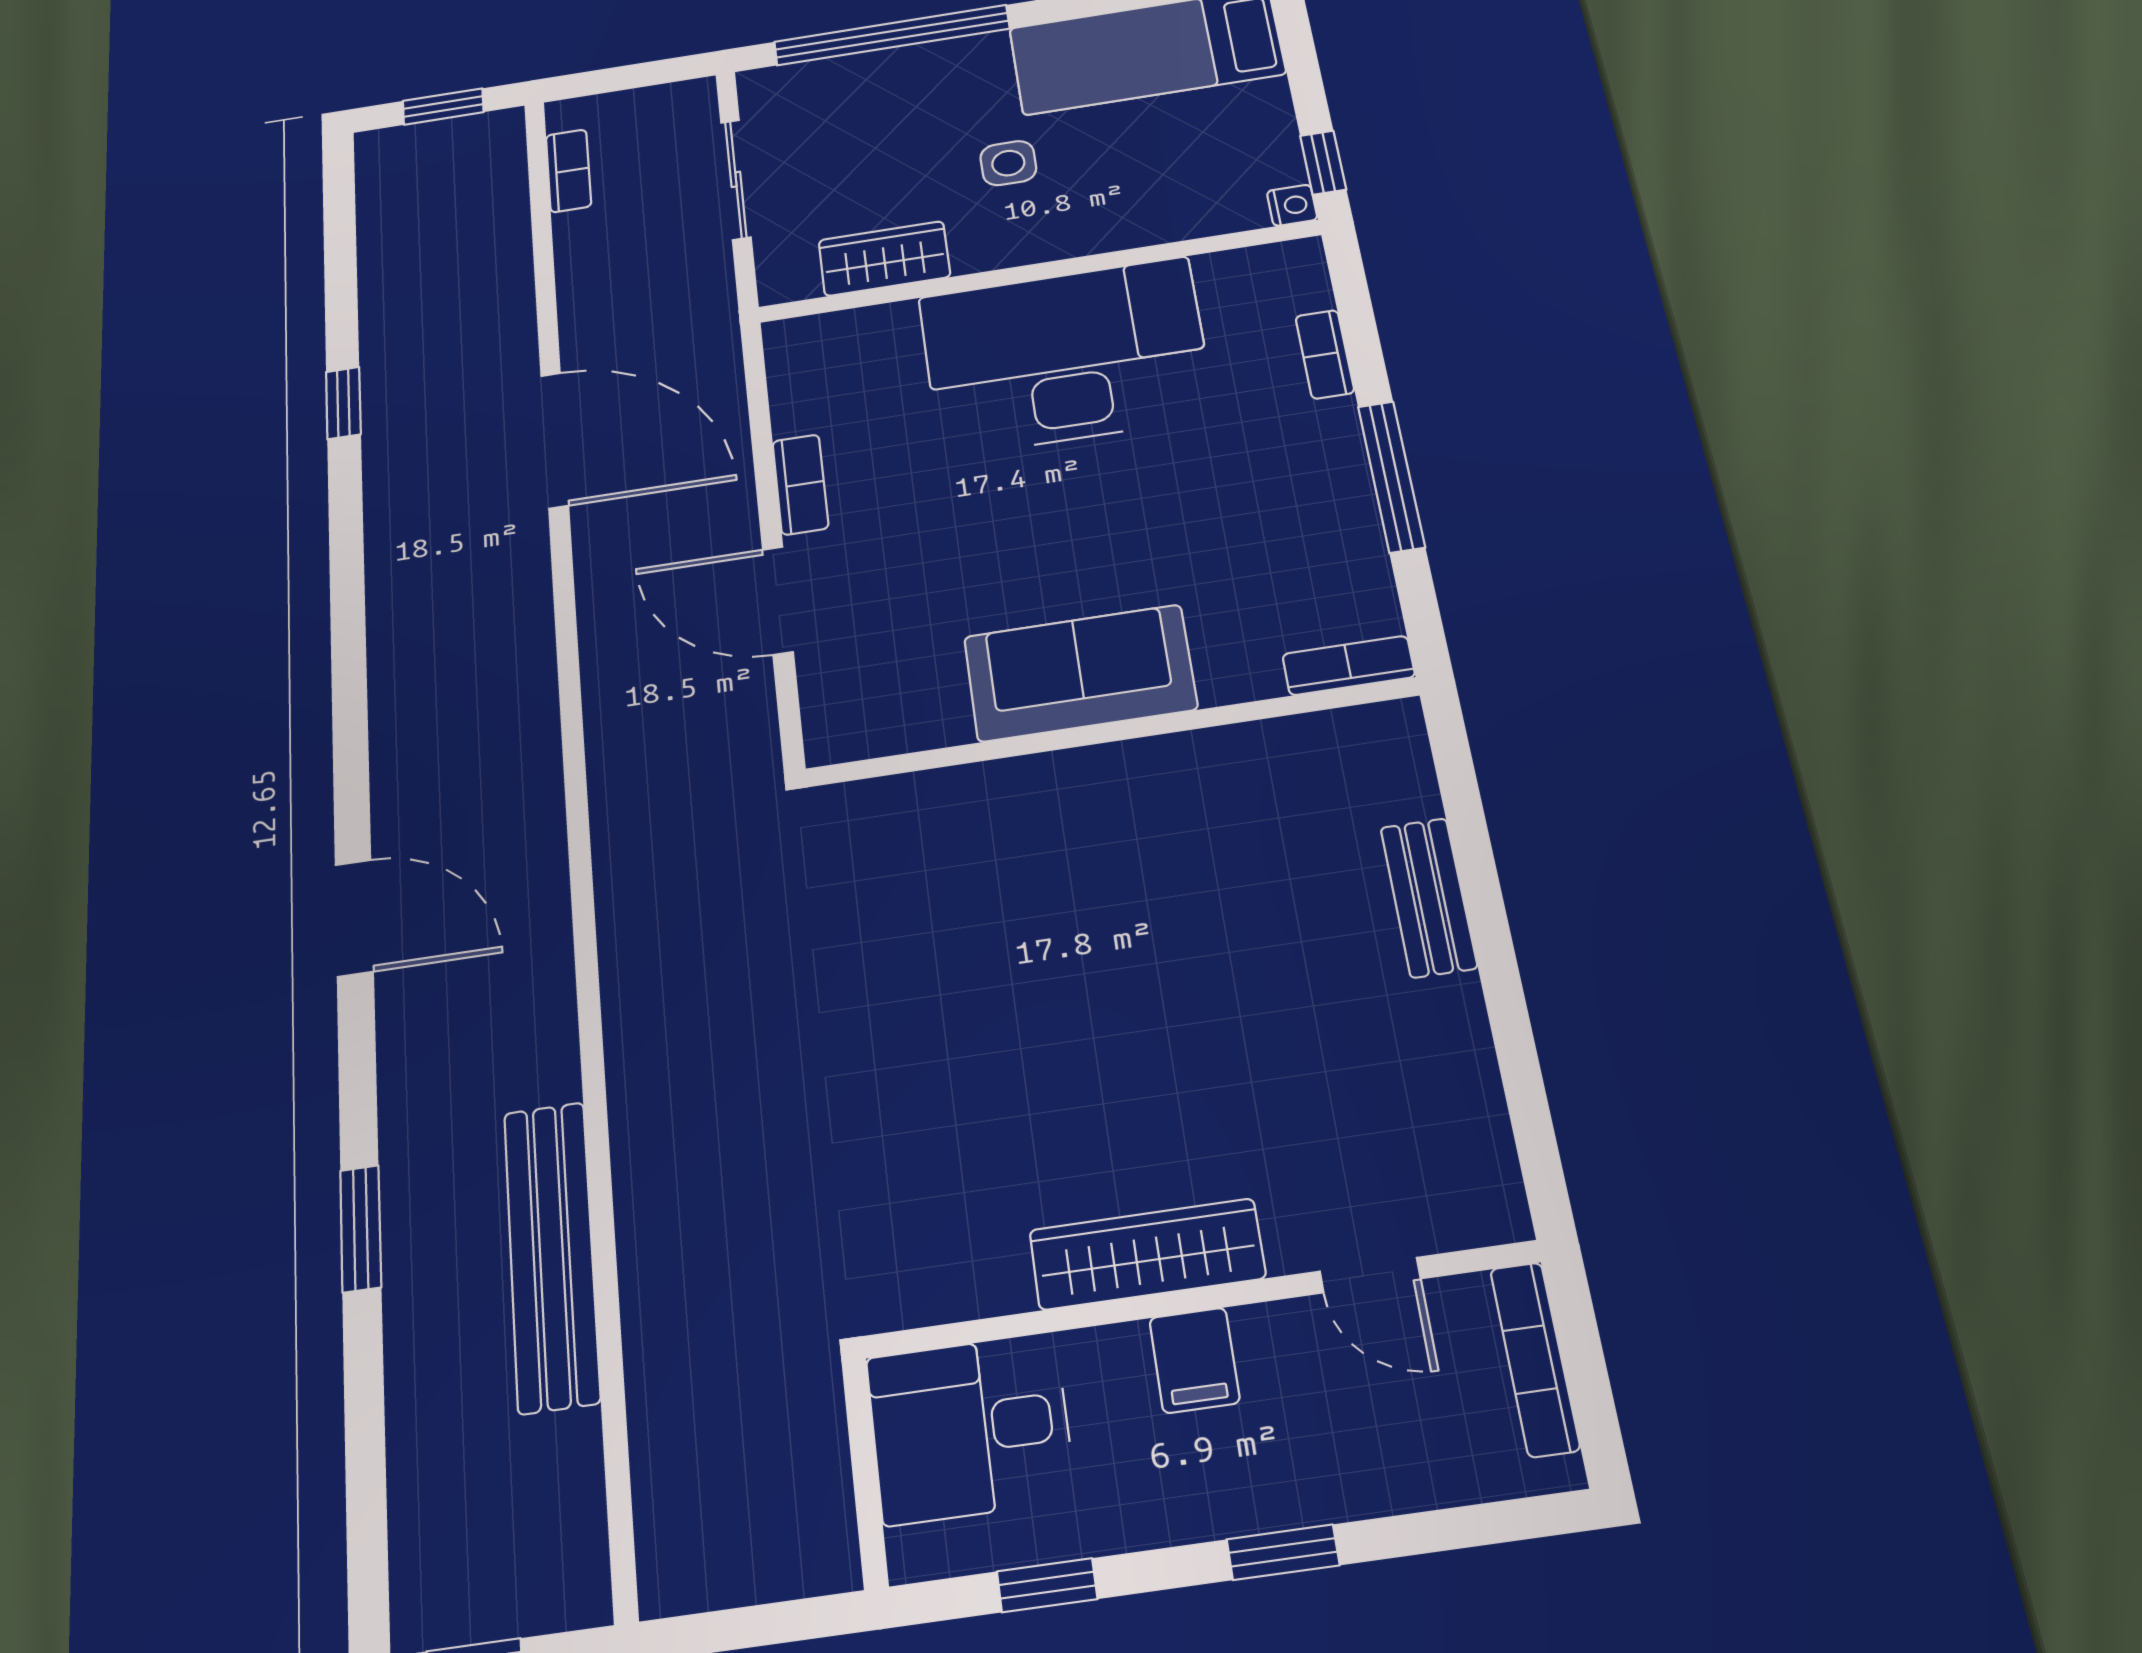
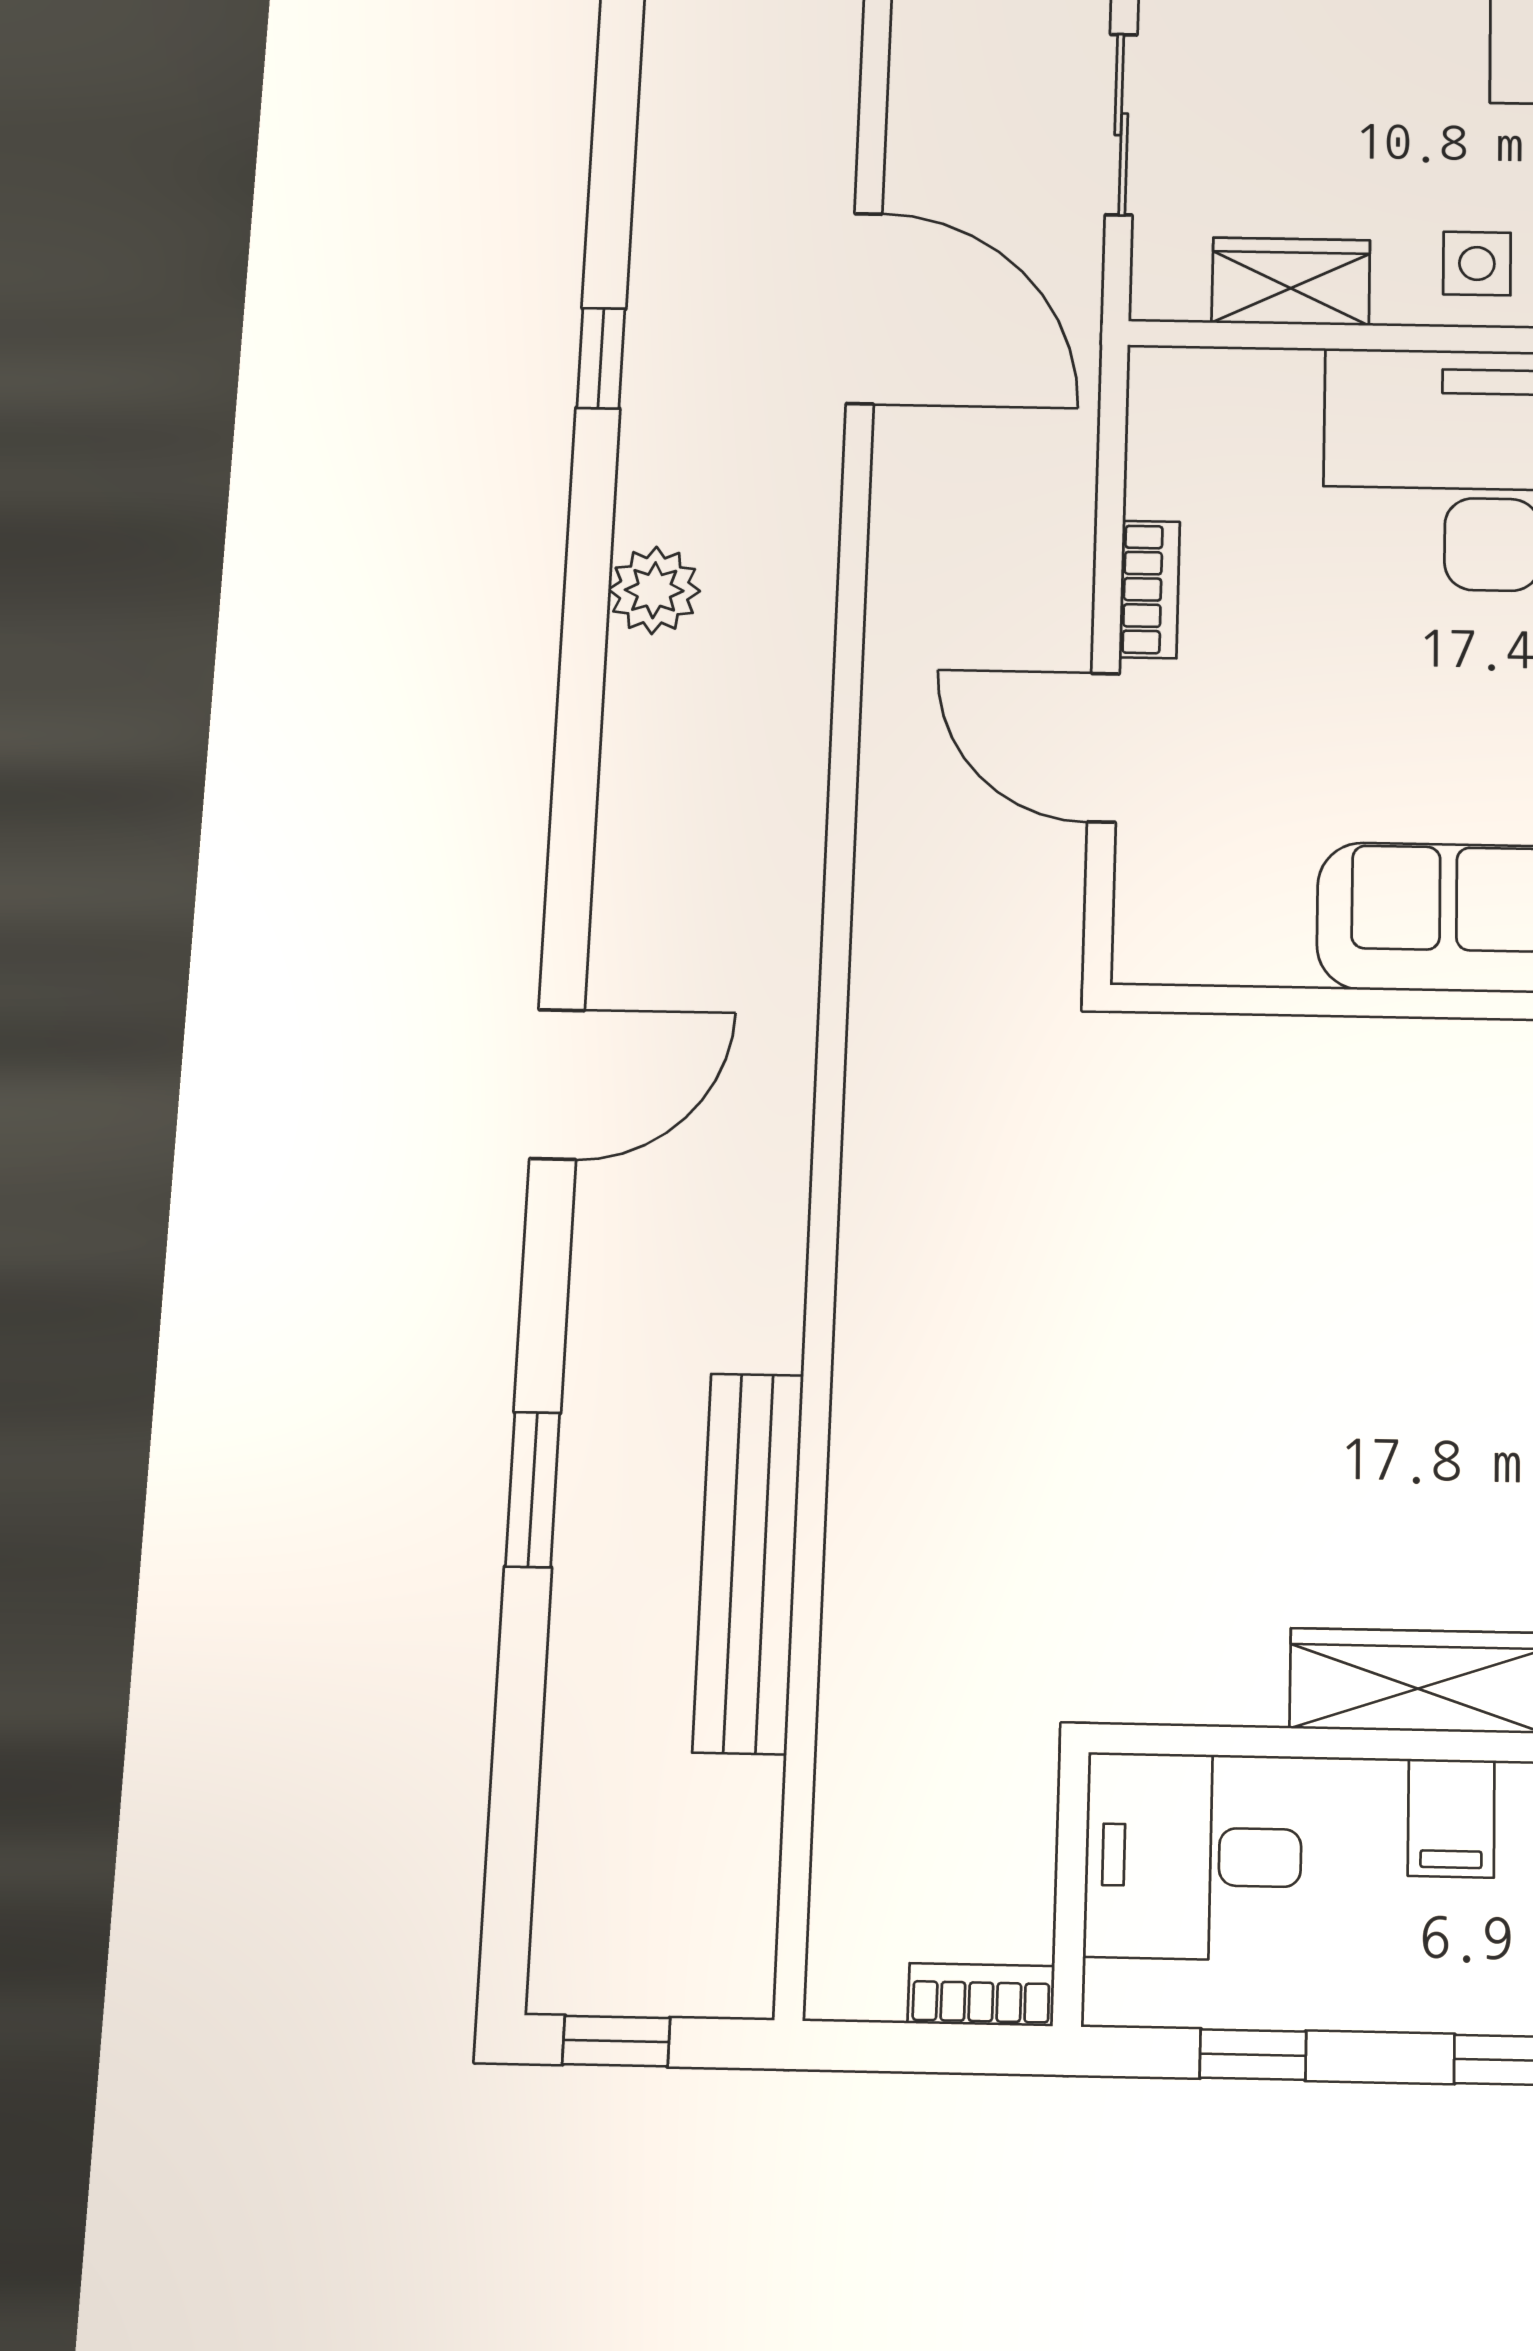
side table: (1008, 163) -> (1477, 264), moved
bookcase: (568, 171) -> (981, 1995), moved, turned -90
door: (555, 440) -> (864, 308), moved
plant: (401, 553) -> (654, 590), added
door: (354, 918) -> (557, 1084), hinge flipped

